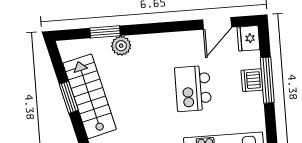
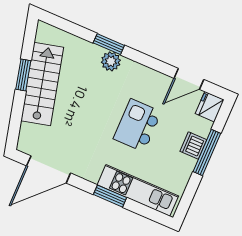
window: (105, 32) -> (109, 44), moved
plant: (121, 46) -> (111, 61), moved

